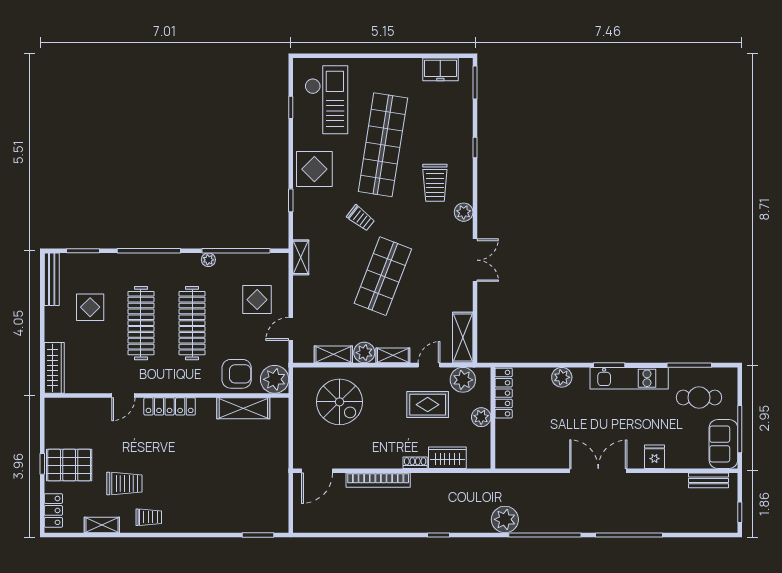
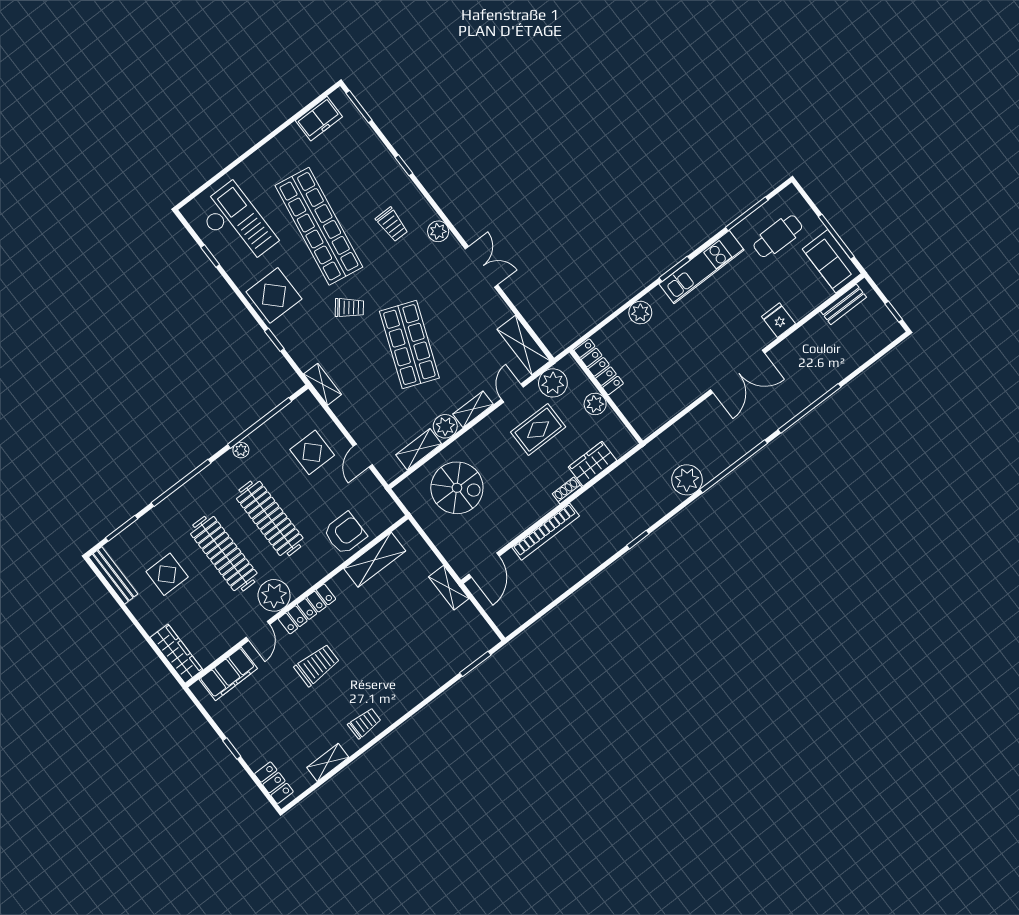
trolley: (435, 183) -> (392, 225), width x0.73, depth x0.72
plant: (275, 379) -> (274, 595), moved
filing cabinet: (80, 410) -> (228, 674), added
pallet: (69, 465) -> (257, 731), removed
shelving: (280, 468) -> (449, 588), added
double door: (598, 471) -> (737, 371), swing flipped
trolley: (124, 484) -> (317, 665), moved

